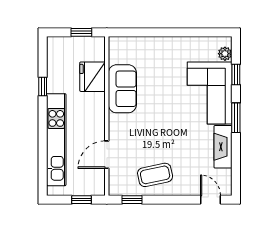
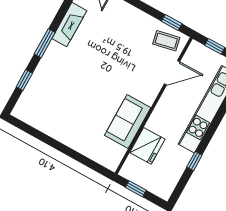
plant: (225, 54) -> (24, 103), removed
corner sofa: (210, 93) -> (55, 77), removed
coffee table: (155, 175) -> (166, 41), moved, width x0.73, depth x0.77

